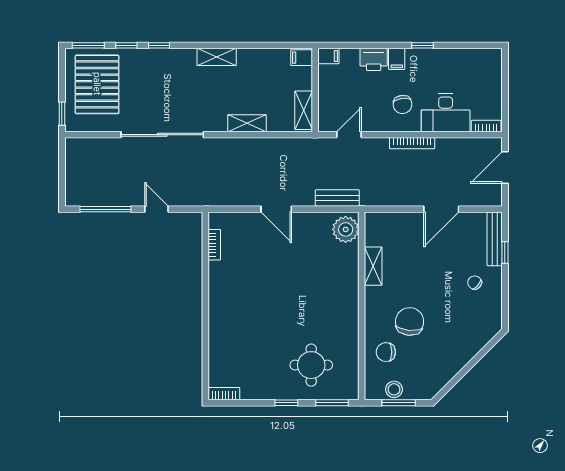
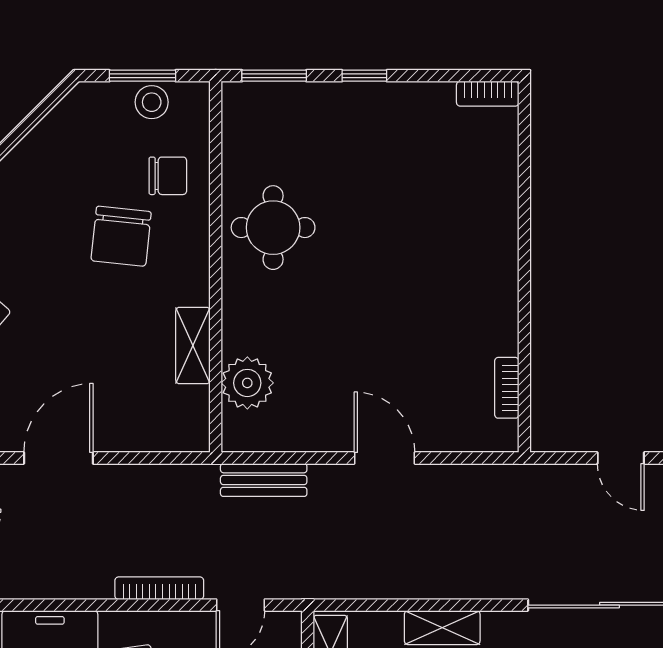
bookcase: (412, 143) -> (159, 588), moved
plant: (346, 229) -> (247, 383), moved
round table: (311, 365) -> (273, 228), moved

